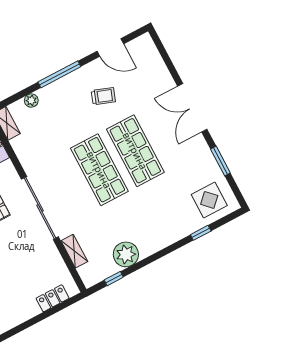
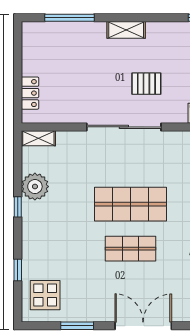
shop shelf: (135, 151) -> (131, 249), width x0.70, depth x0.74
shelving: (74, 251) -> (38, 138), moved
window: (114, 279) -> (18, 207), moved

